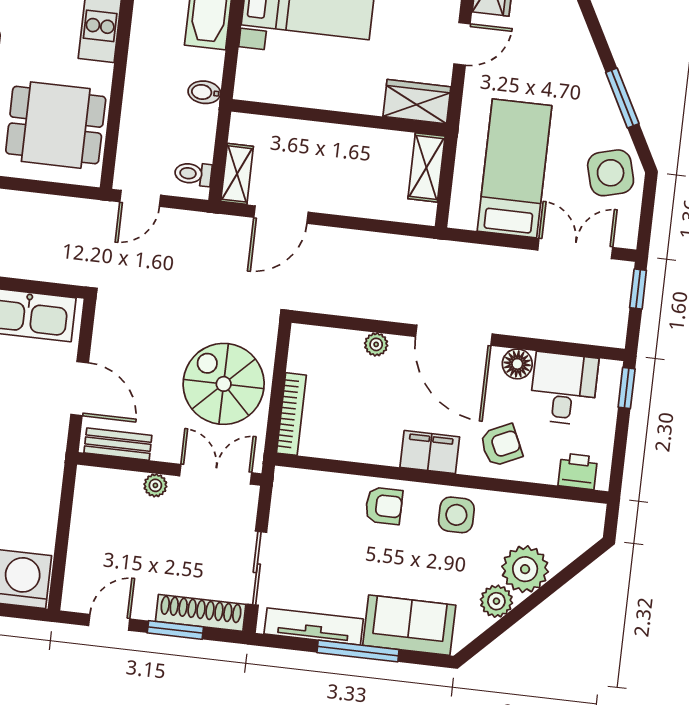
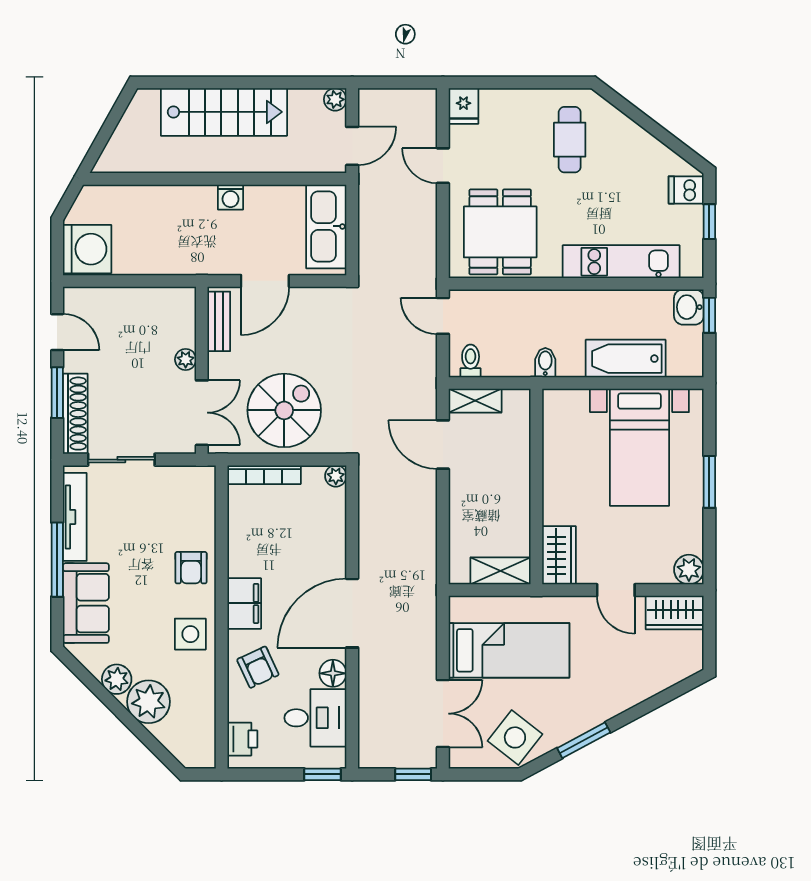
side table: (611, 173) -> (515, 737), turned -37
plant: (376, 344) -> (336, 476), moved

